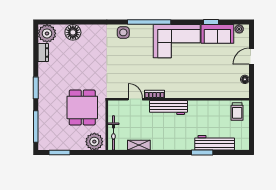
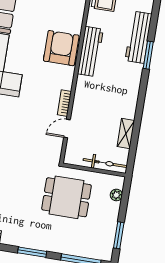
armchair: (197, 85) -> (61, 48), added
workbench: (168, 107) -> (90, 52), moved
plant: (94, 142) -> (116, 195), width x0.53, depth x0.53

